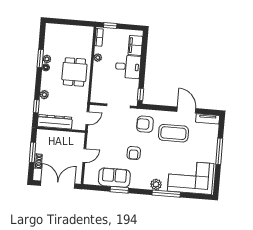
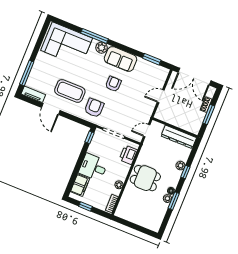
window: (110, 26) -> (86, 206), moved
dining table: (74, 72) -> (145, 178), turned 90
printer: (98, 89) -> (128, 155), added
window: (36, 106) -> (185, 172), moved
armchair: (145, 124) -> (94, 108), turned -90
window: (219, 151) -> (27, 73), moved
sofa: (114, 178) -> (121, 59), moved
window: (119, 190) -> (152, 59), moved

